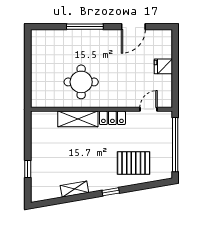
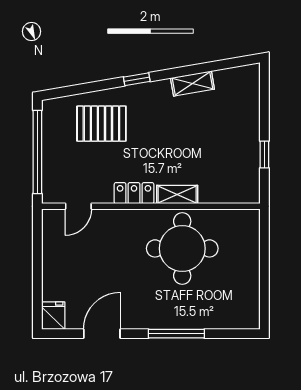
fridge: (163, 66) -> (53, 316), moved, turned -90
round table: (81, 82) -> (182, 248), width x1.36, depth x1.36
shelving: (78, 119) -> (177, 195), width x0.67, depth x0.75
window: (28, 169) -> (264, 154), moved

